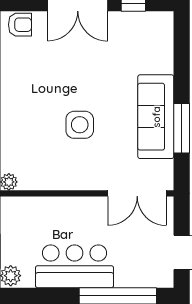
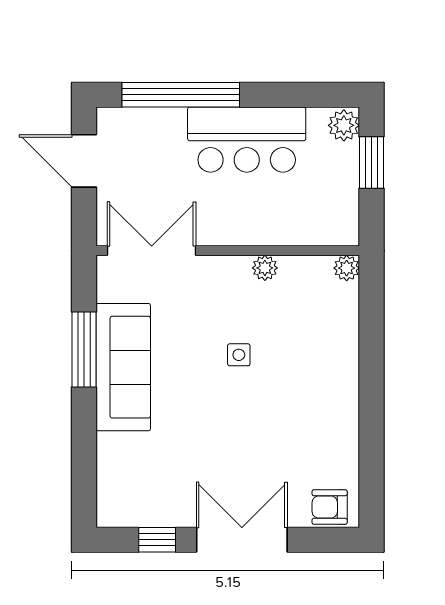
side table: (80, 125) -> (239, 355), width x0.54, depth x0.54
plant: (63, 182) -> (265, 268), added

